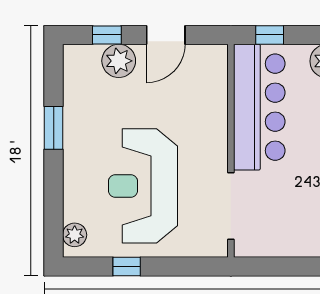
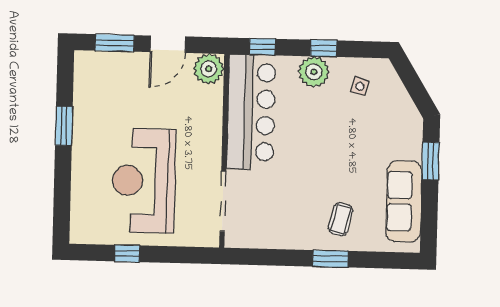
window: (107, 35) -> (115, 43), width x1.50
plant: (119, 61) -> (209, 69), moved
plant: (75, 235) -> (80, 224), removed

